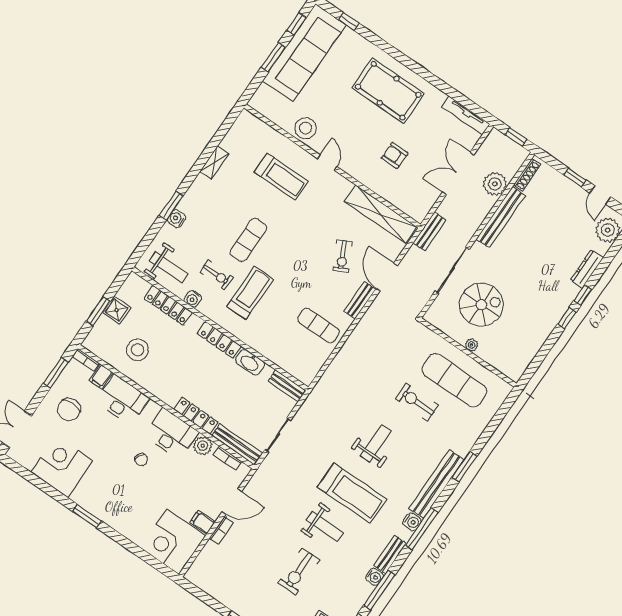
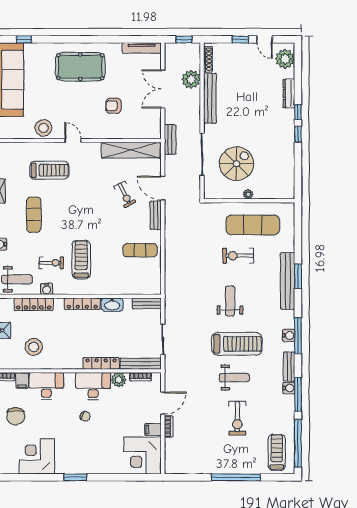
exercise mat: (248, 240) -> (34, 215), moved
bench: (437, 484) -> (288, 281), moved

